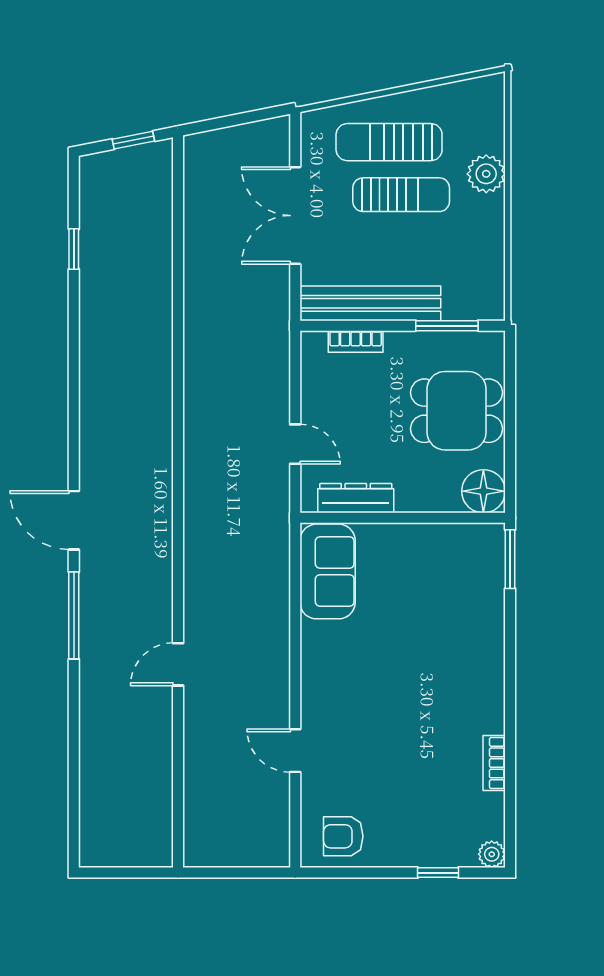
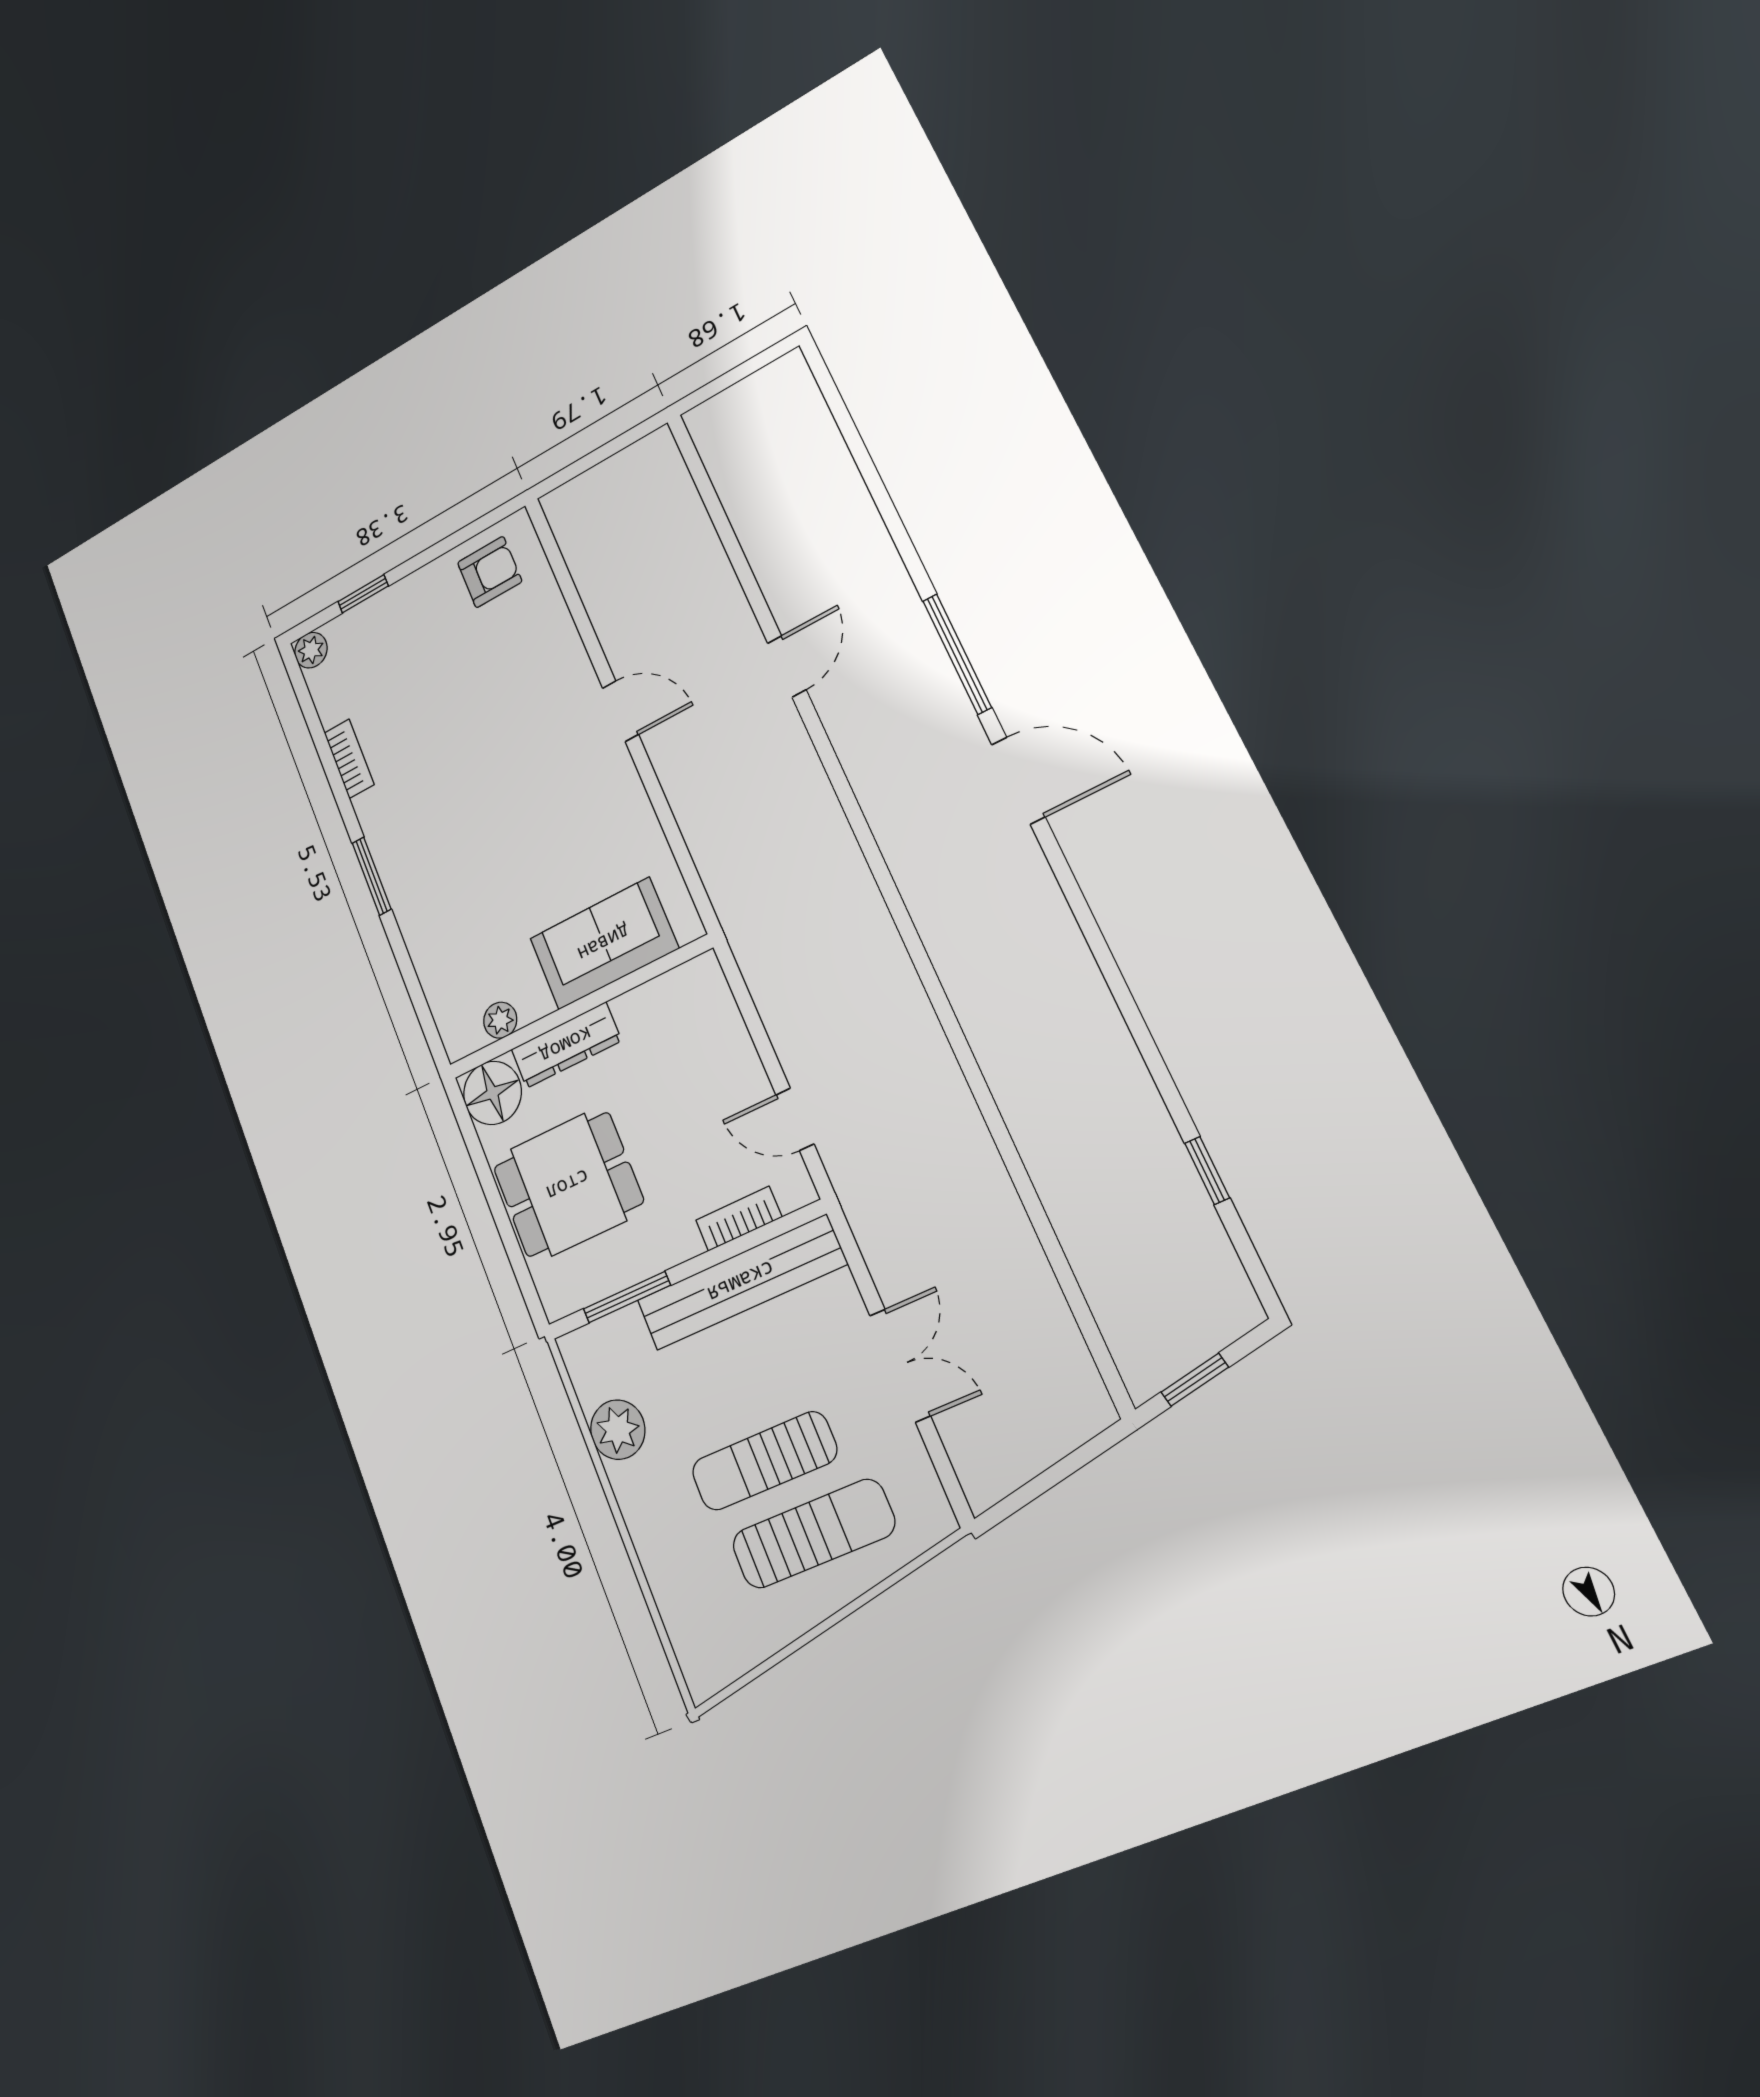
plant: (486, 174) -> (618, 1430), moved
double door: (295, 216) -> (900, 1365), width x0.73
door: (295, 444) -> (795, 1119), moved
dresser: (356, 498) -> (566, 1045), moved
plant: (459, 535) -> (500, 1020), added
window: (510, 559) -> (372, 876), moved
sofa: (328, 571) -> (604, 943), moved, turned 90
door: (295, 751) -> (621, 711), moved

